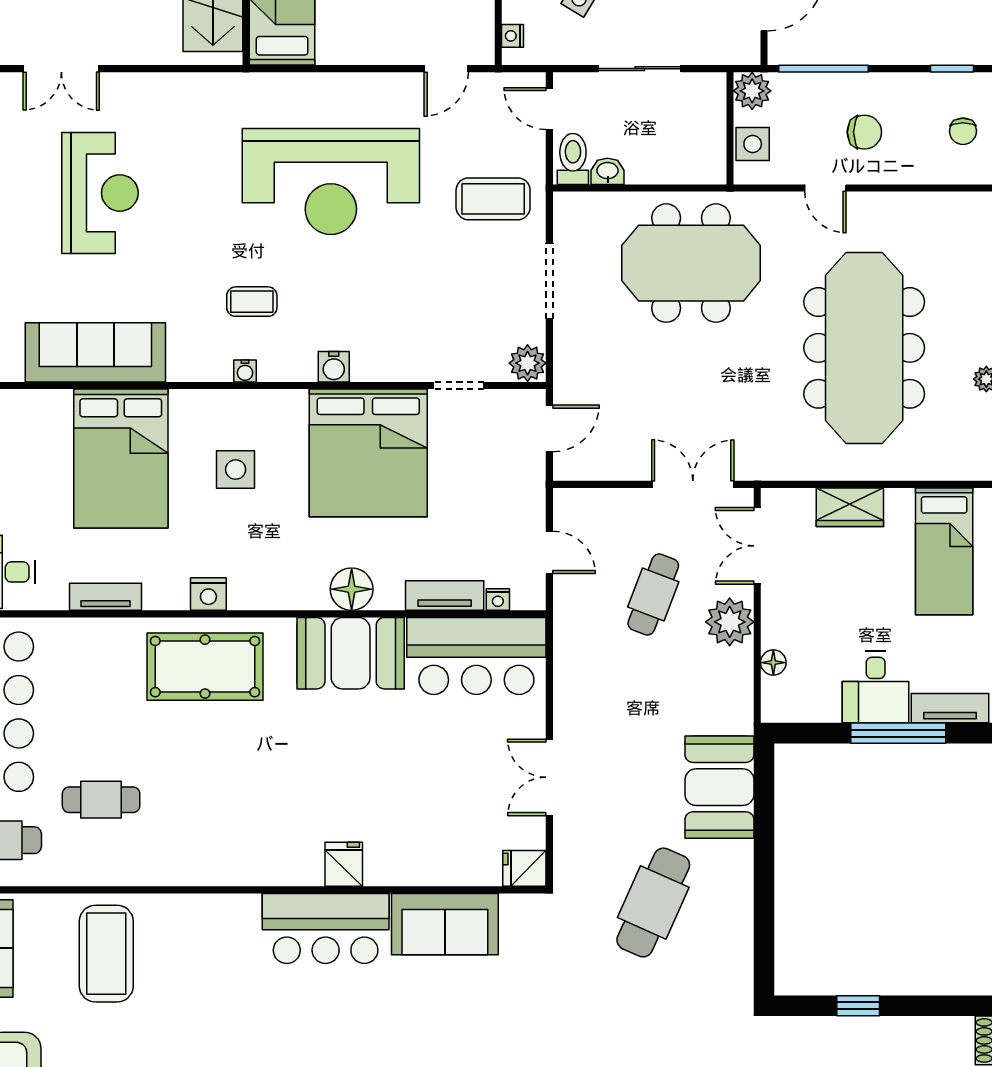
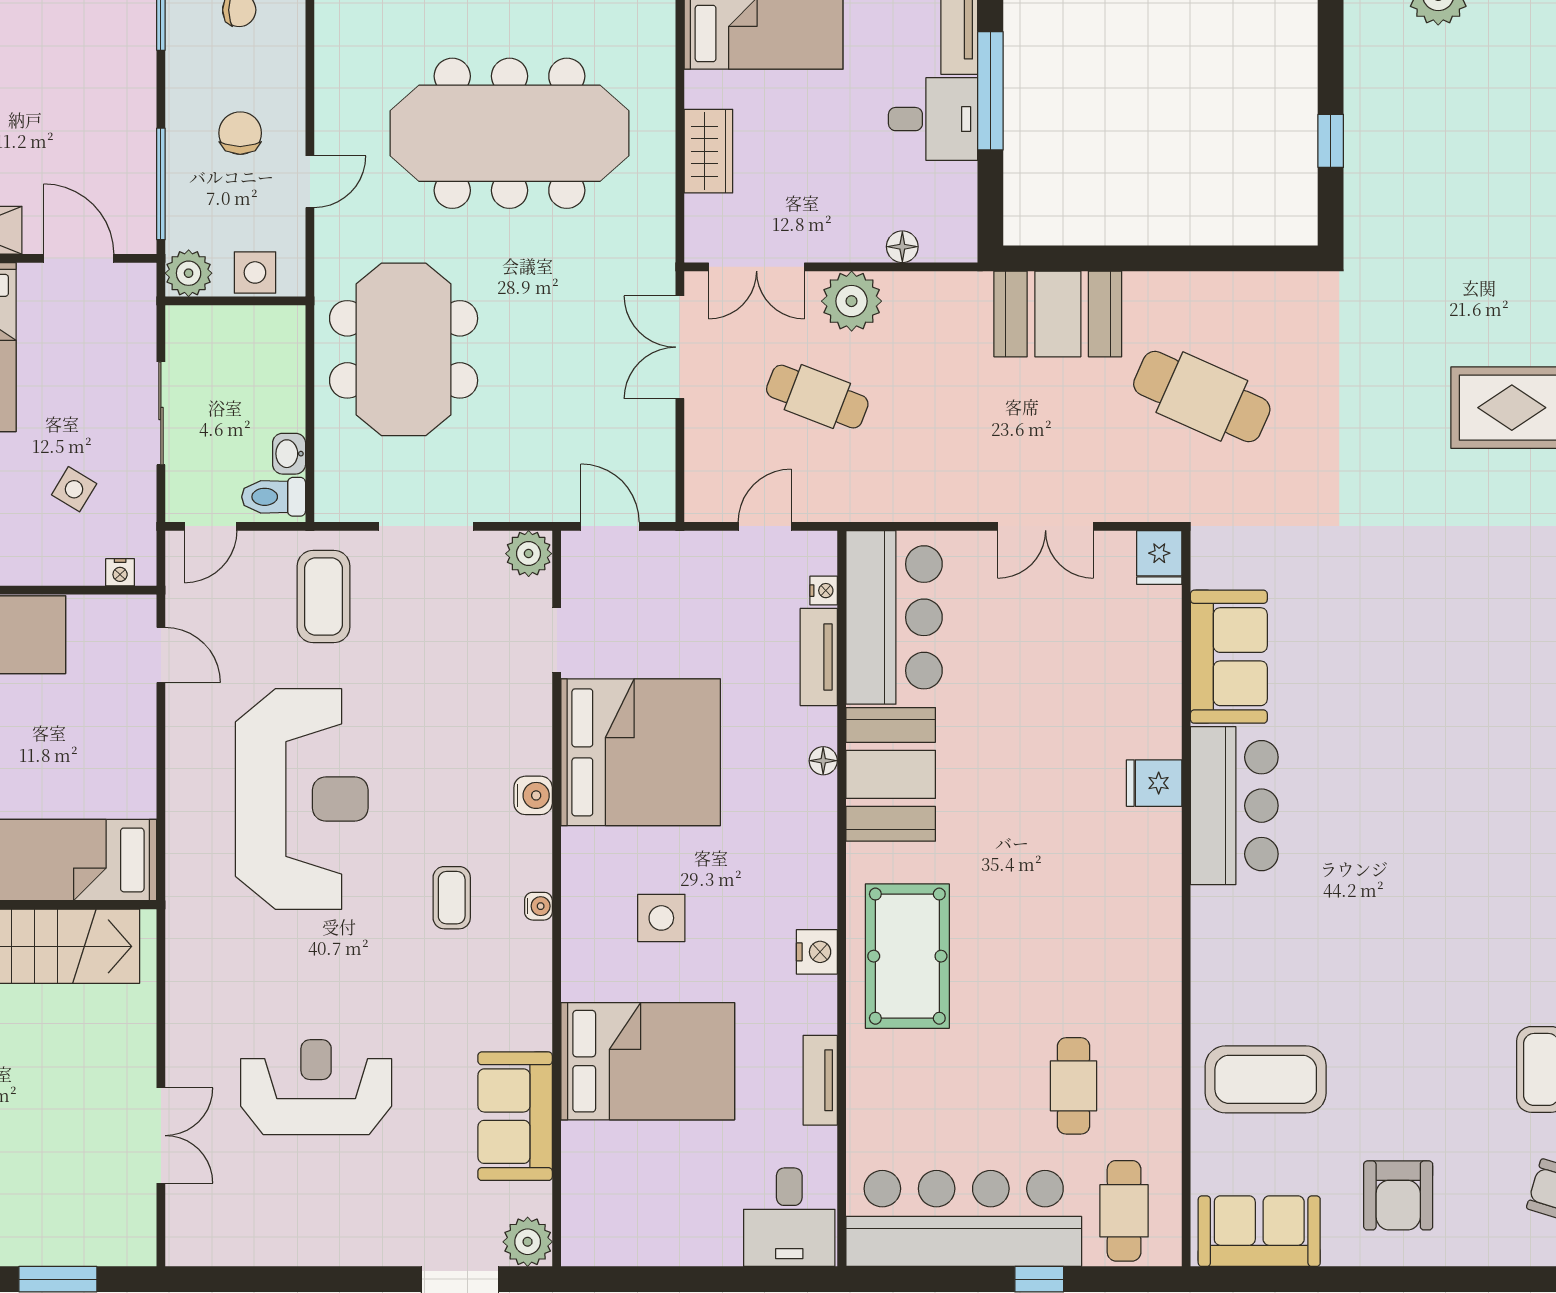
sofa: (95, 352) -> (515, 1116), width x0.73
floor lamp: (352, 589) -> (823, 761), width x0.53, depth x0.53

